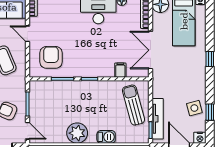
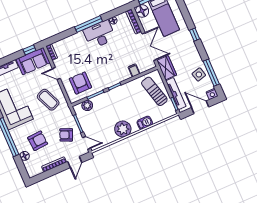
double door: (151, 50) -> (149, 47), swing flipped
wardrobe: (160, 84) -> (167, 68), added
plant: (47, 87) -> (87, 105), added
window: (210, 112) -> (211, 73), width x2.17

